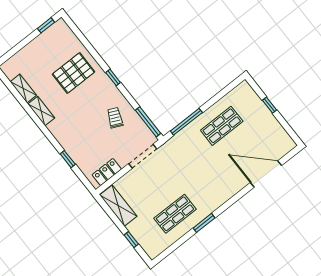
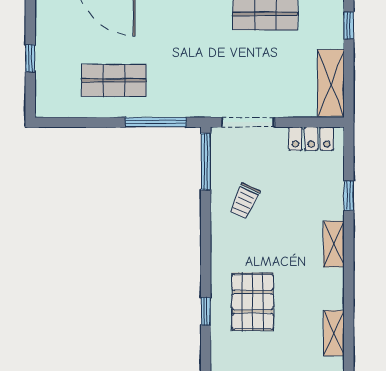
pallet: (74, 73) -> (253, 302), turned 90
window: (113, 77) -> (206, 311), moved
shelving: (41, 111) -> (334, 244), moved

